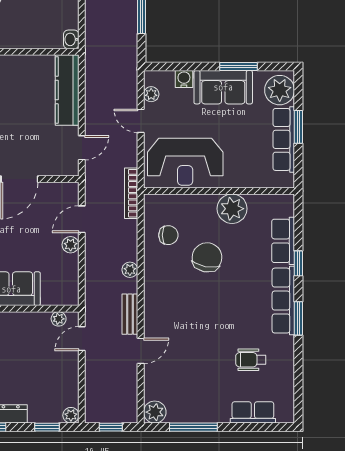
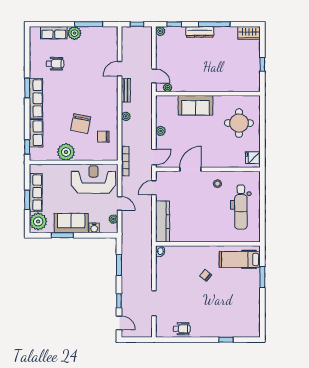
door: (82, 219) -> (154, 157), moved
window: (298, 263) -> (27, 147), moved
door: (82, 339) -> (154, 76), hinge flipped
plant: (155, 412) -> (74, 33), moved

